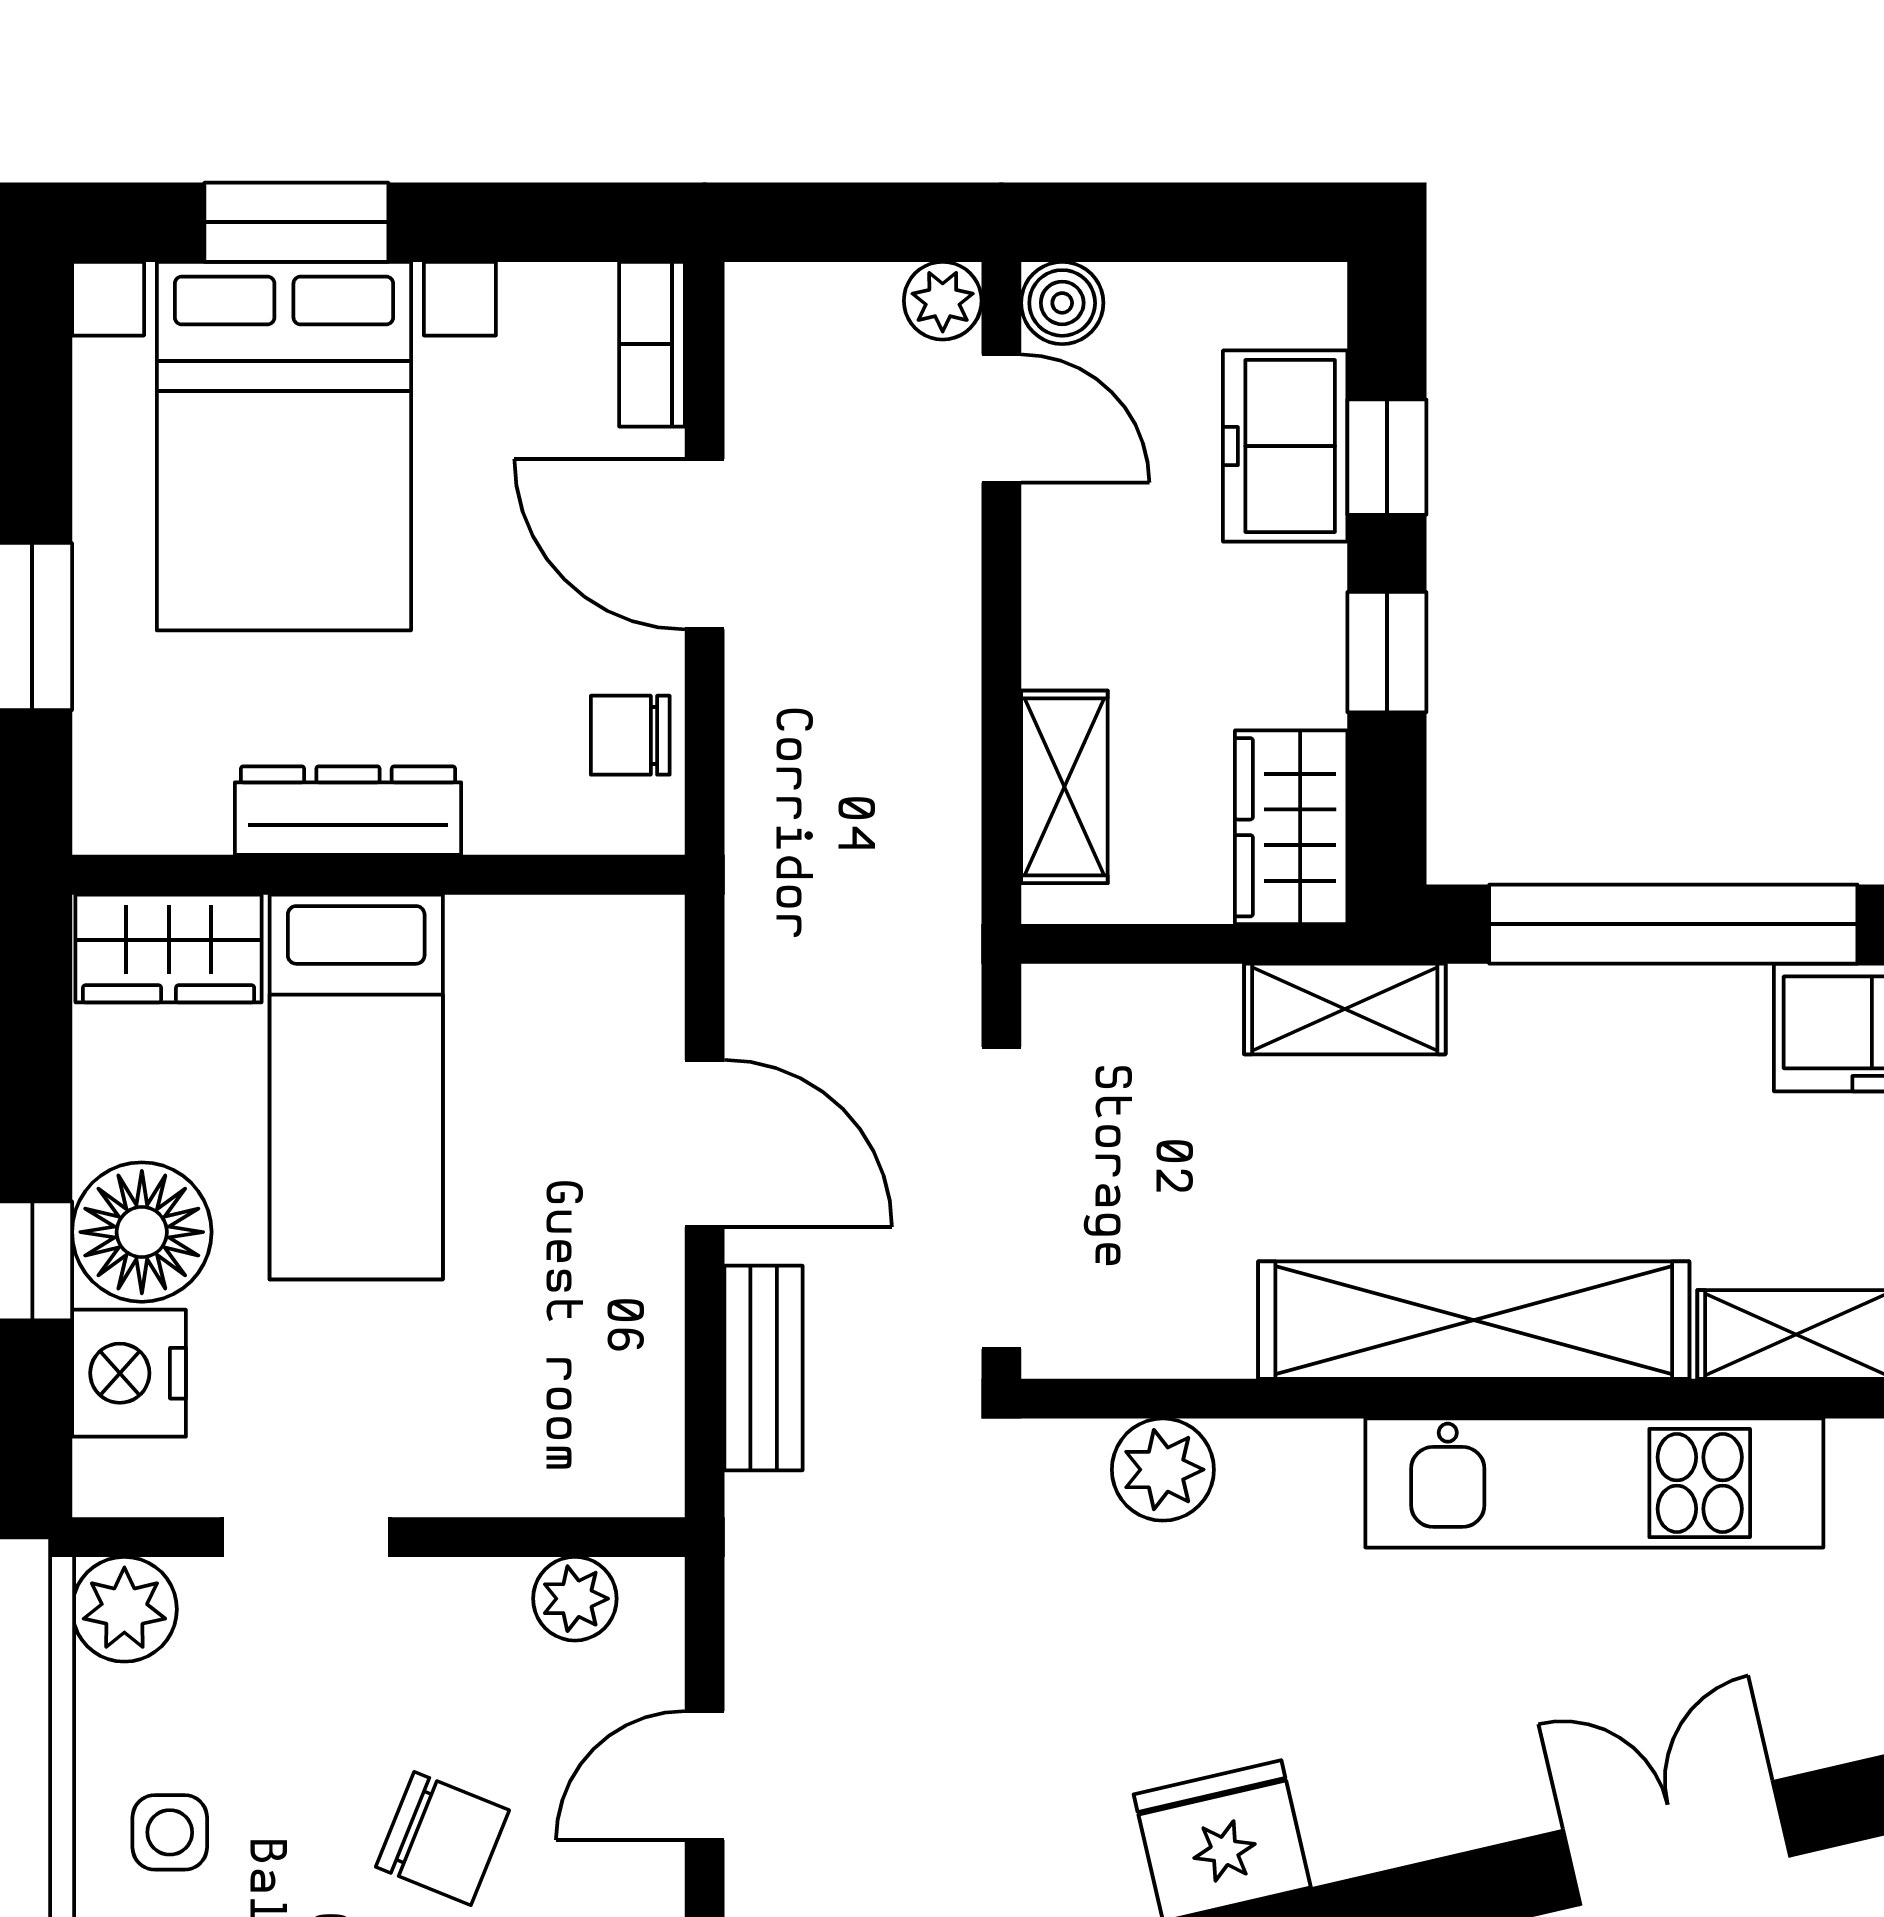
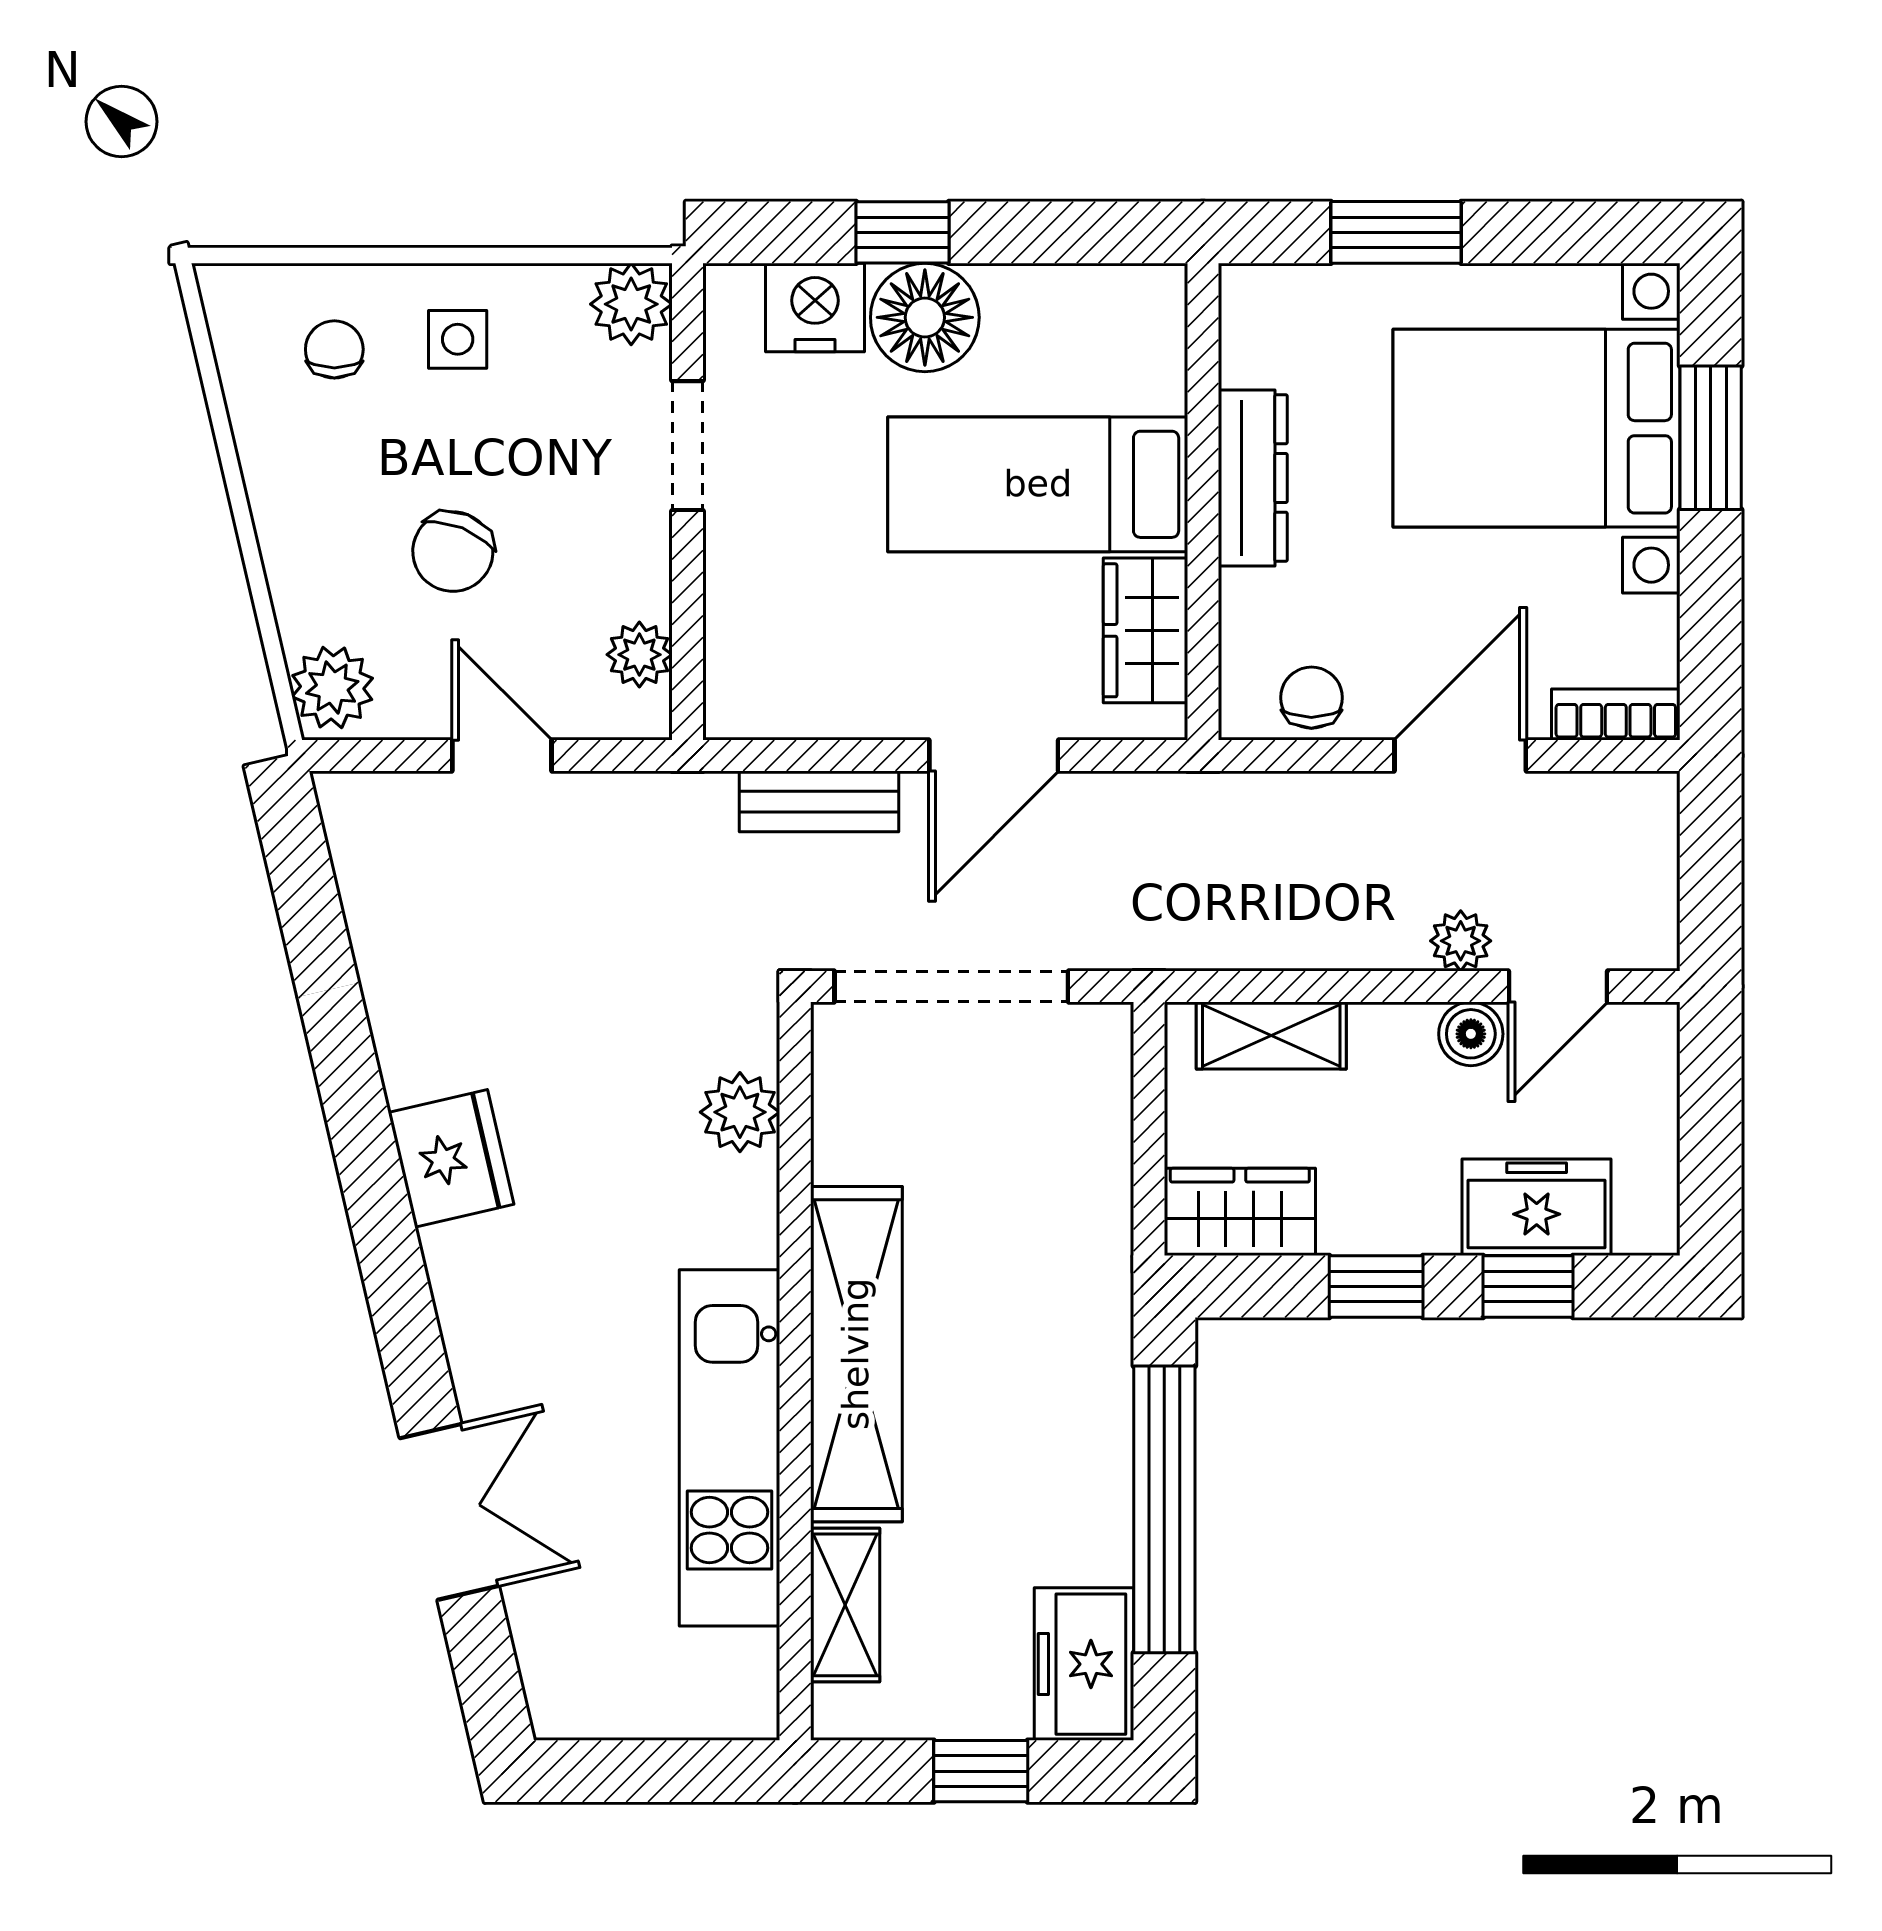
plant: (943, 301) -> (1461, 941), moved
boiler: (1062, 303) -> (1471, 1034), moved
wardrobe: (169, 948) -> (1146, 630), moved
shelving: (1345, 1009) -> (1098, 1254), removed

